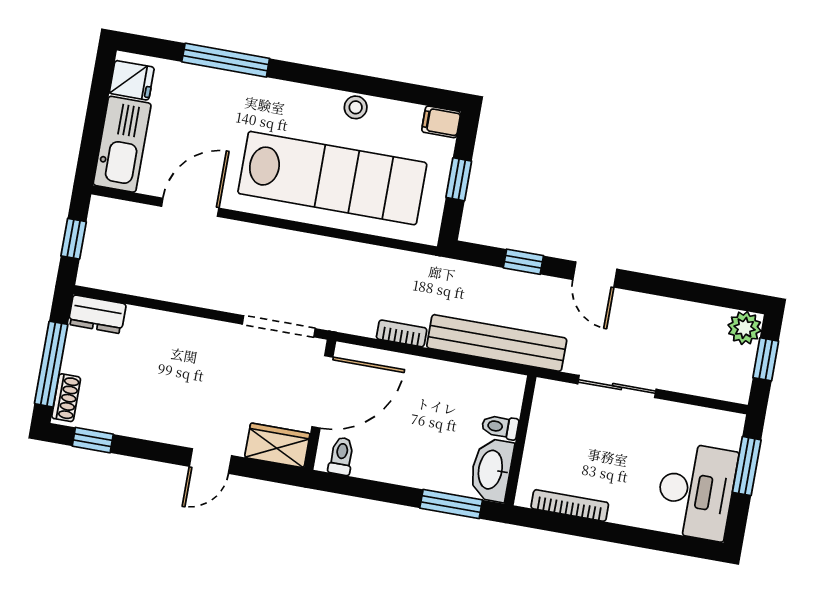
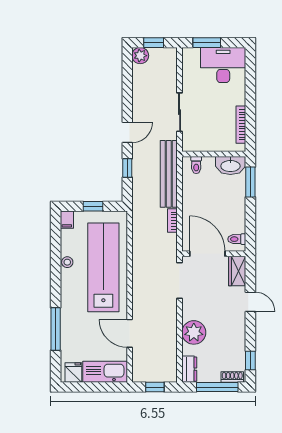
plant: (169, 336) -> (194, 332), added
toilet: (500, 427) -> (196, 165), moved

